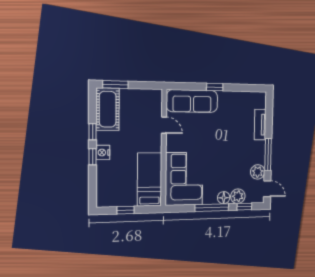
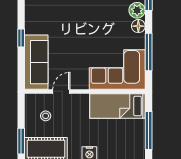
stool: (140, 109) -> (46, 116), added
window: (212, 208) -> (149, 52), moved
window: (125, 210) -> (149, 131), width x2.17

